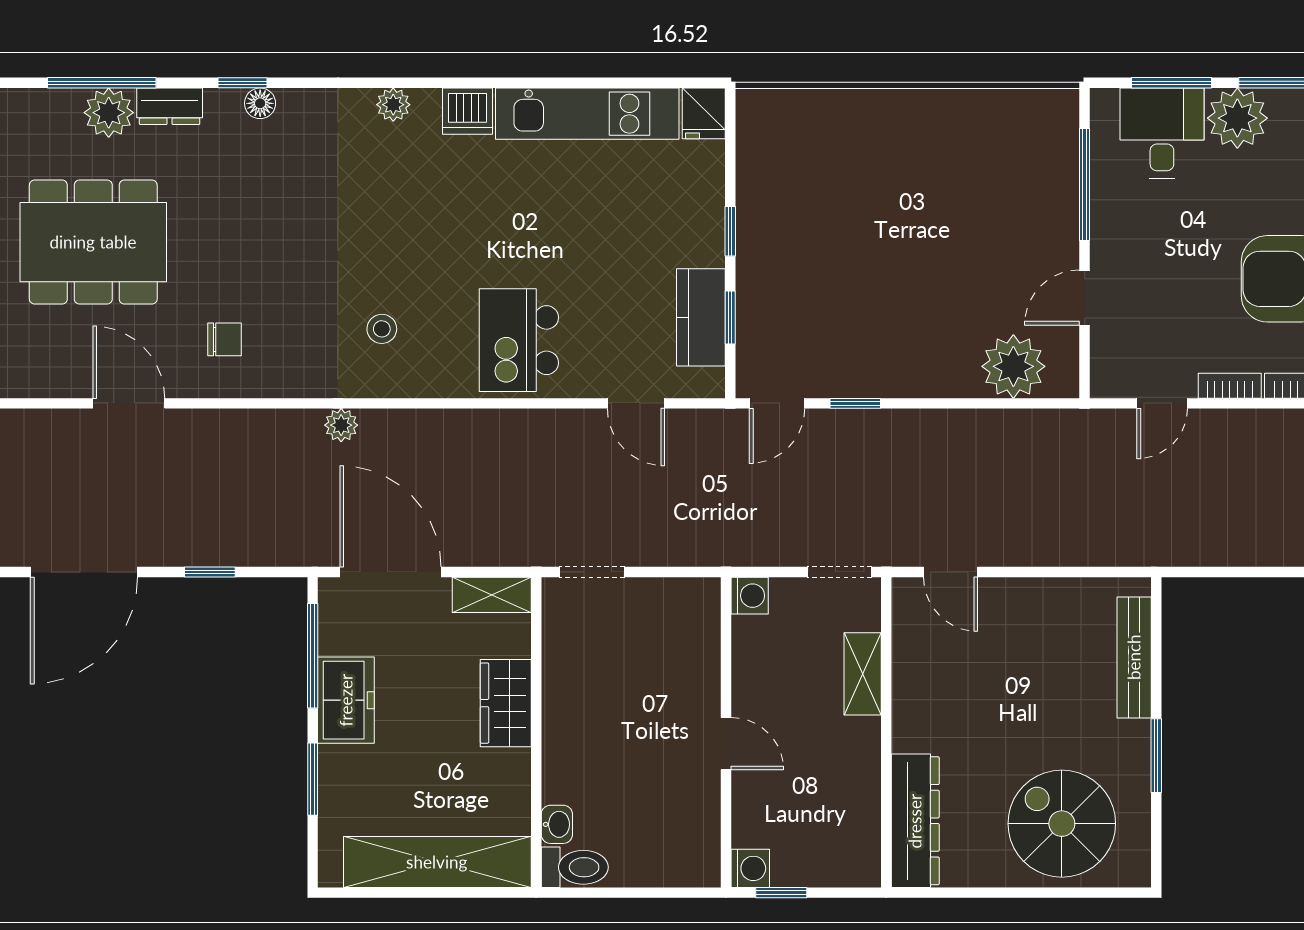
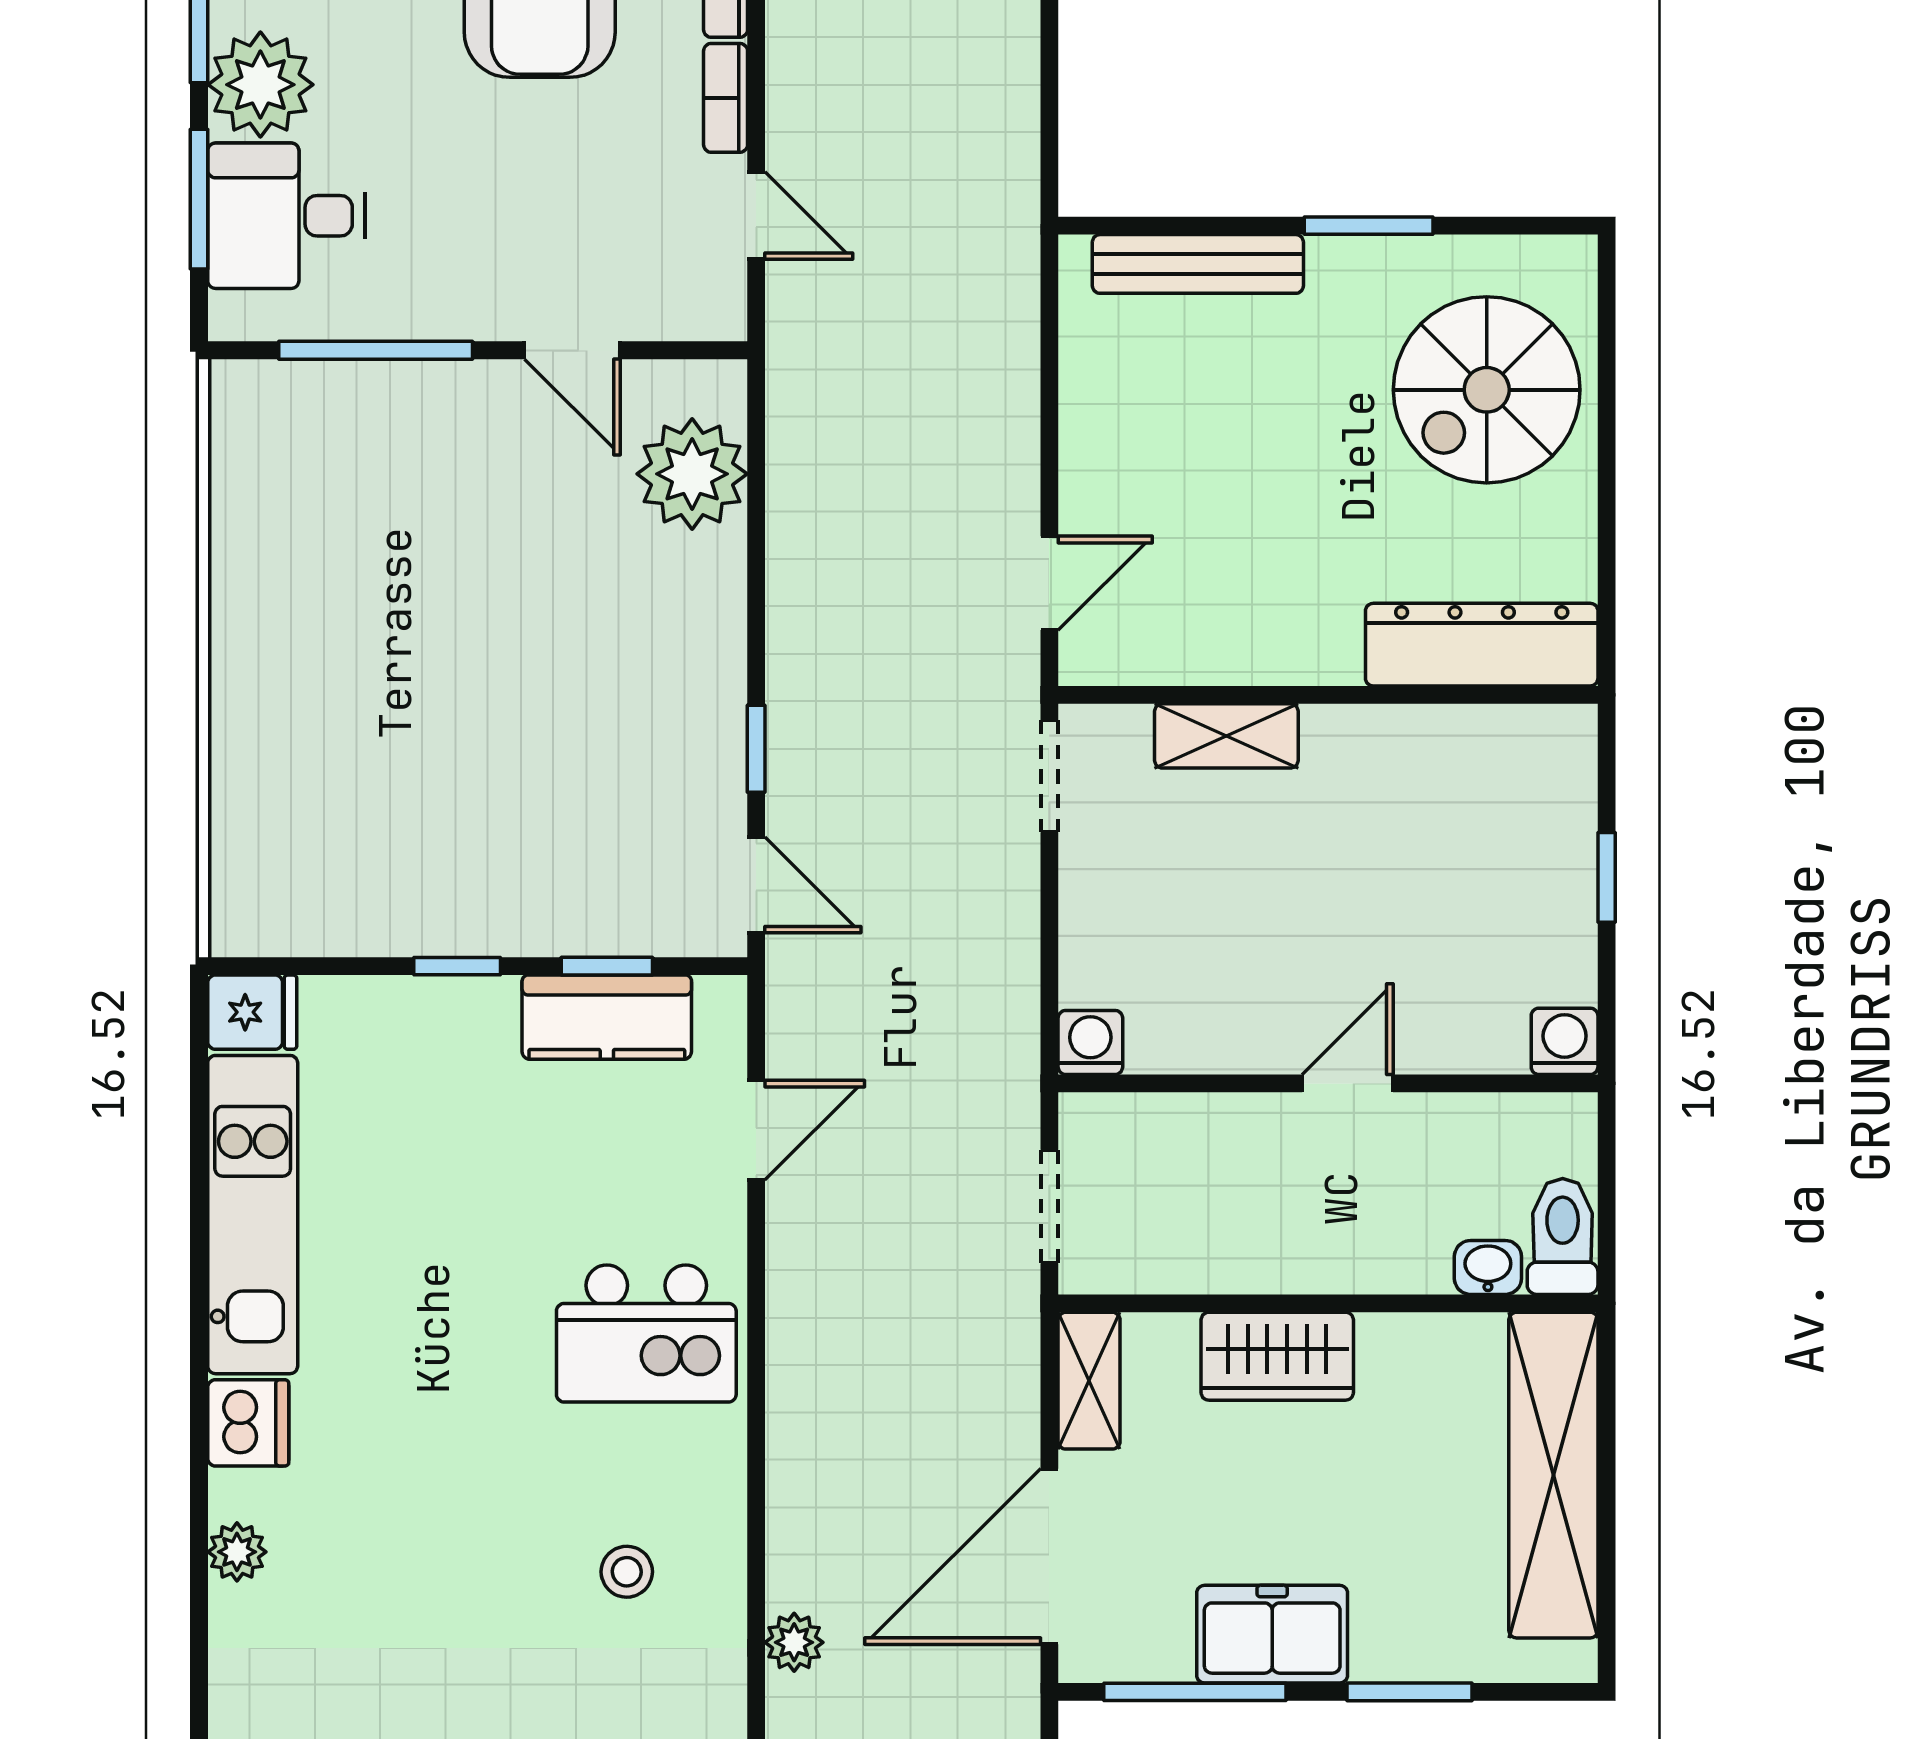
washing machine: (750, 596) -> (1090, 1042), moved
wall: (726, 732) -> (1328, 1083), moved
door: (726, 744) -> (1348, 1083), moved
washing machine: (750, 868) -> (1565, 1041), moved

